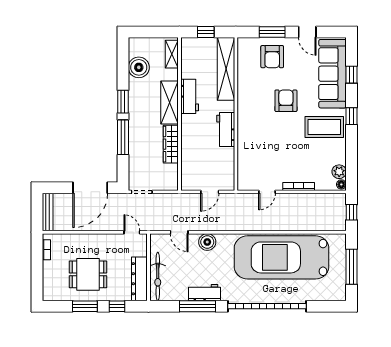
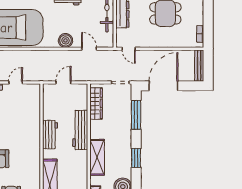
workbench: (190, 96) -> (80, 130), moved, width x1.38
window: (123, 137) -> (136, 115), moved
wardrobe: (171, 144) -> (96, 104), moved

